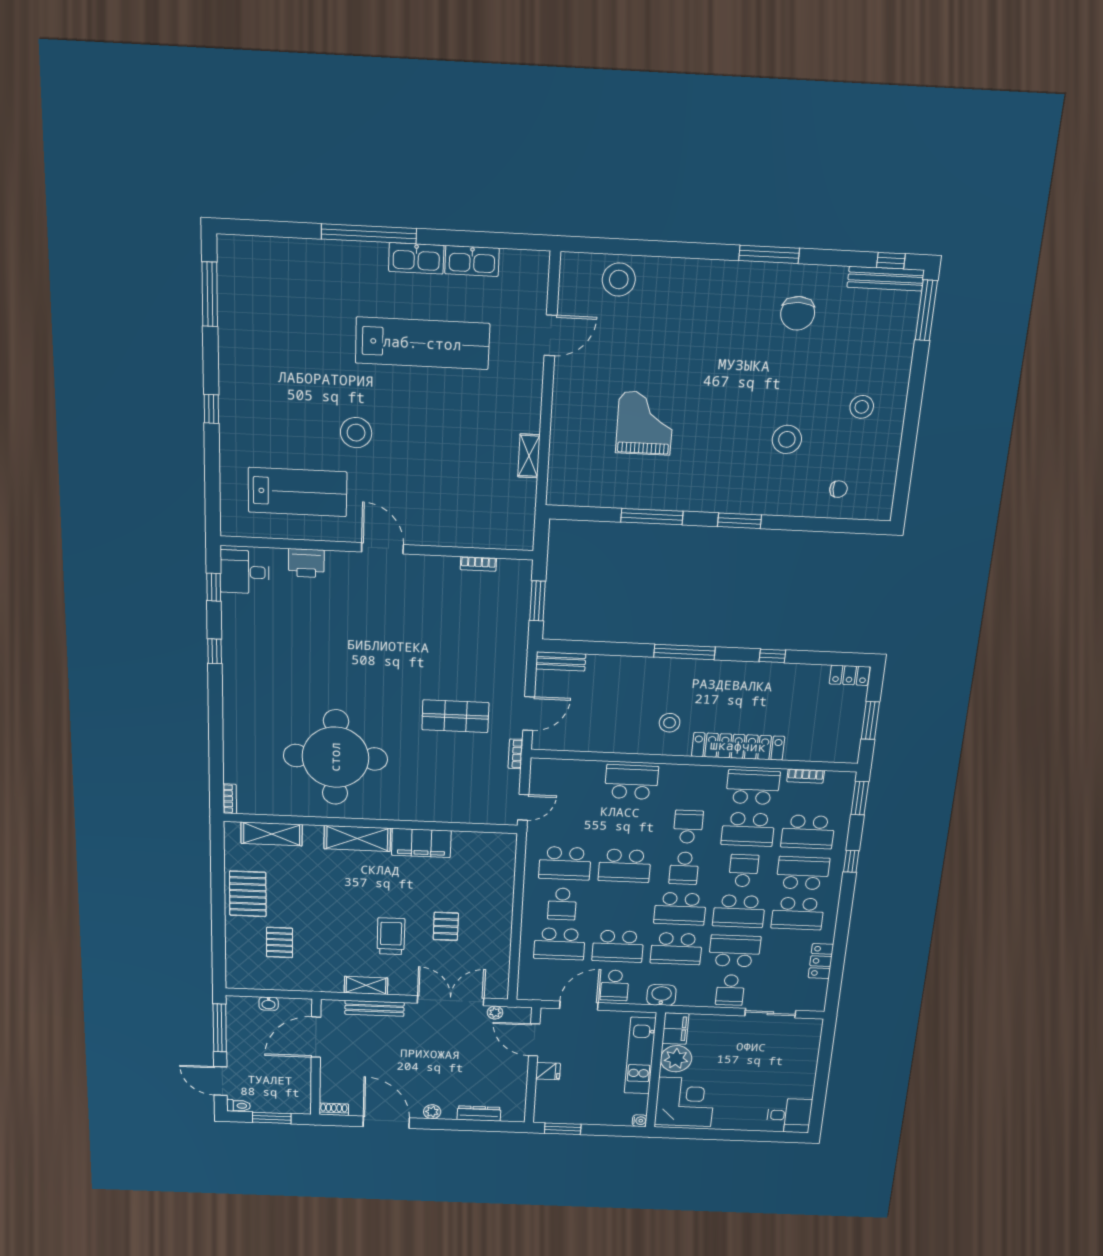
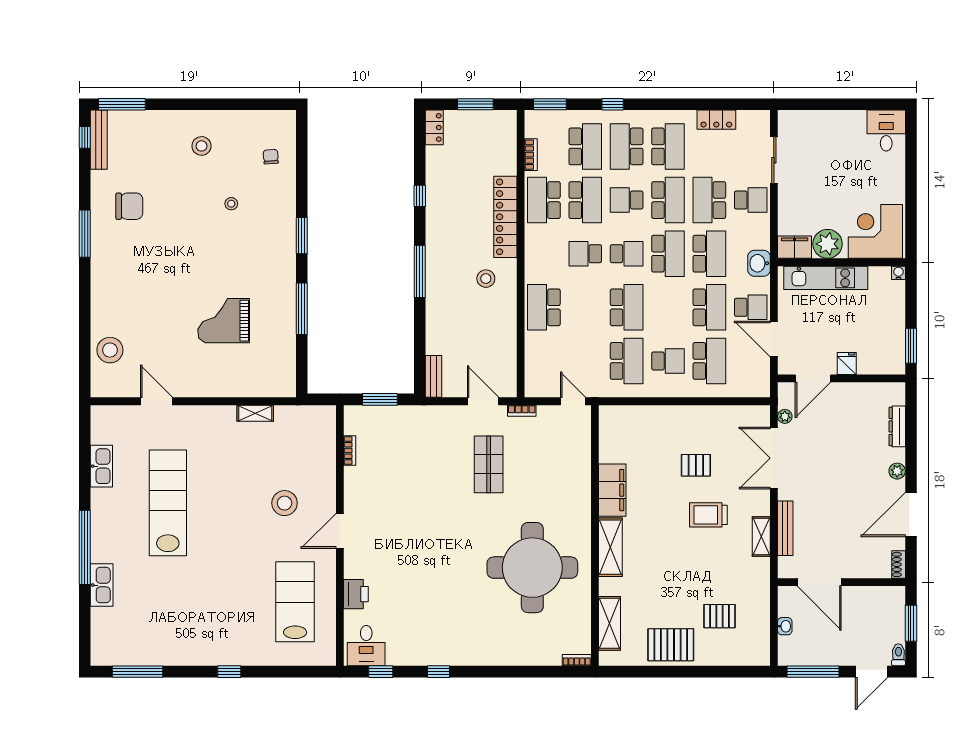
kitchen sink: (416, 258) -> (102, 585), moved
stool: (356, 433) -> (285, 503), moved
stool: (787, 439) -> (231, 204), width x0.53, depth x0.53

